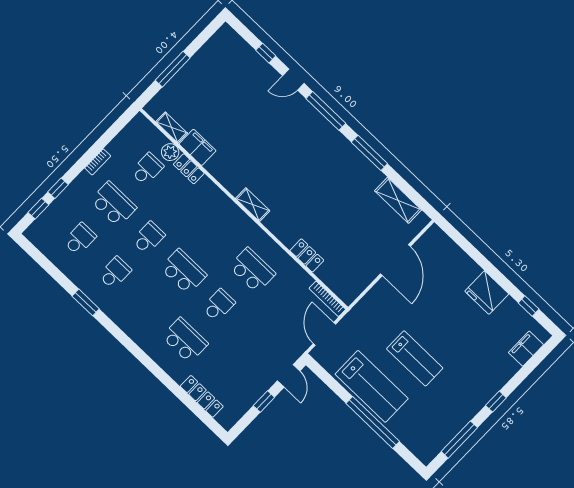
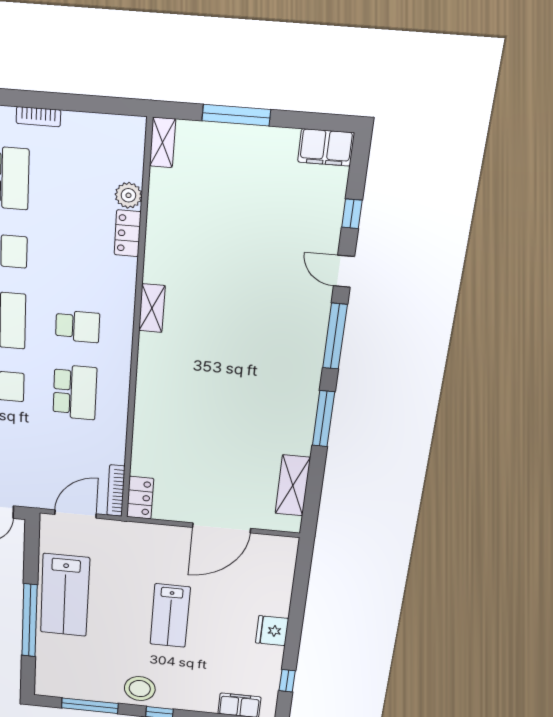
shelving: (172, 127) -> (163, 142), moved
filing cabinet: (198, 147) -> (326, 147), moved, turned 90
school desk: (147, 169) -> (78, 326), moved
shelving: (253, 205) -> (152, 308), moved
locker: (307, 255) -> (140, 498), moved
fridge: (487, 293) -> (272, 631), width x0.73, depth x0.75
lab bench: (415, 358) -> (170, 616), moved
stool: (469, 398) -> (140, 689), added

